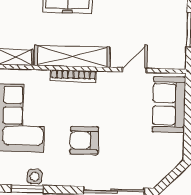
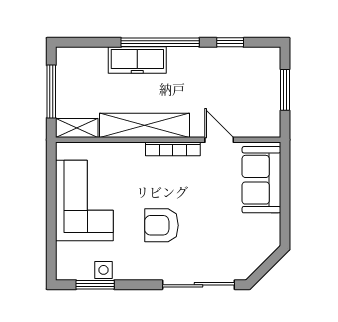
door: (134, 70) -> (219, 140), hinge flipped
bookcase: (73, 76) -> (173, 149), moved

